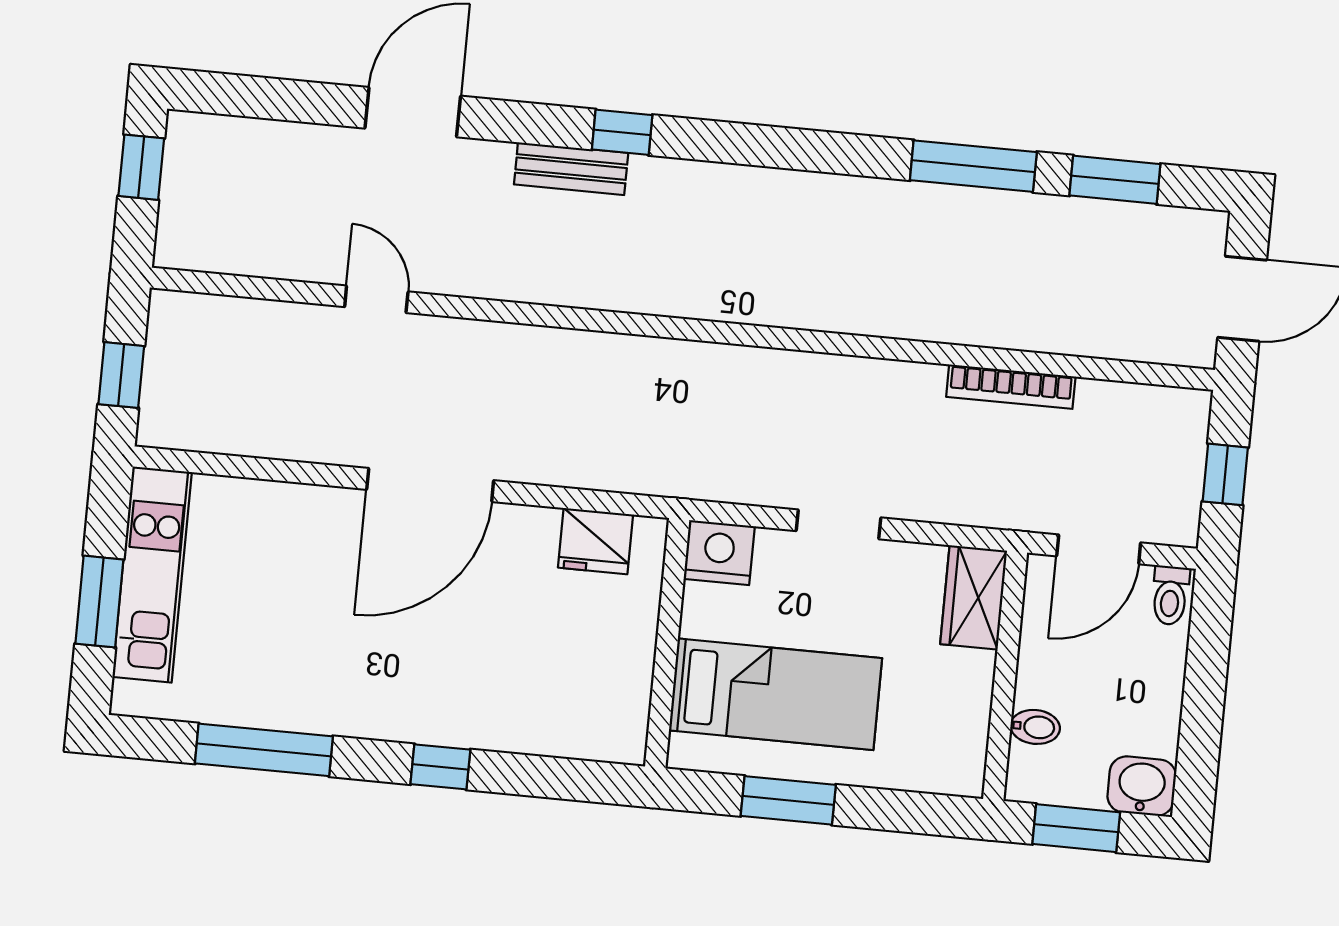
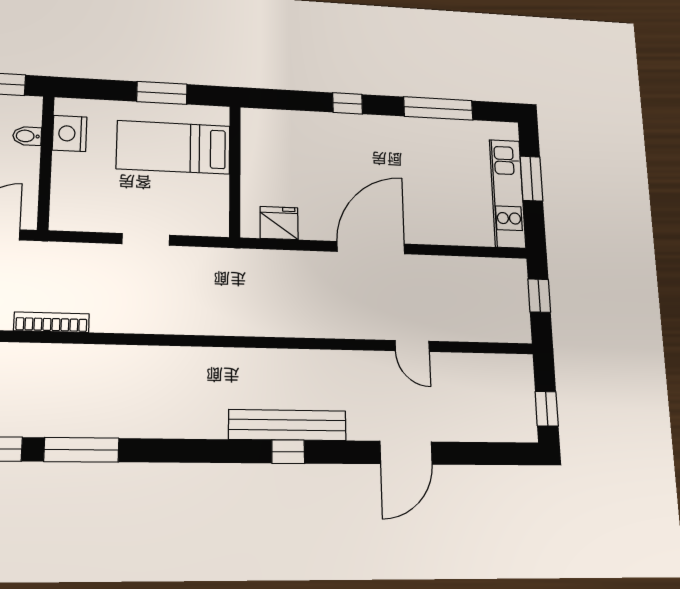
bench: (571, 169) -> (288, 425), width x1.86, depth x1.21
nightstand: (719, 553) -> (70, 133), moved, turned 90
wardrobe: (974, 597) -> (66, 204), removed

